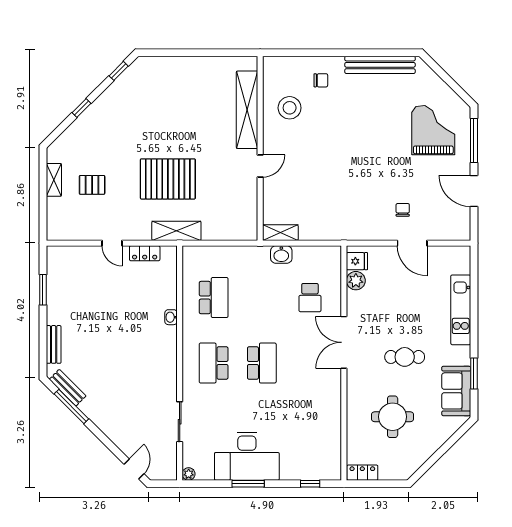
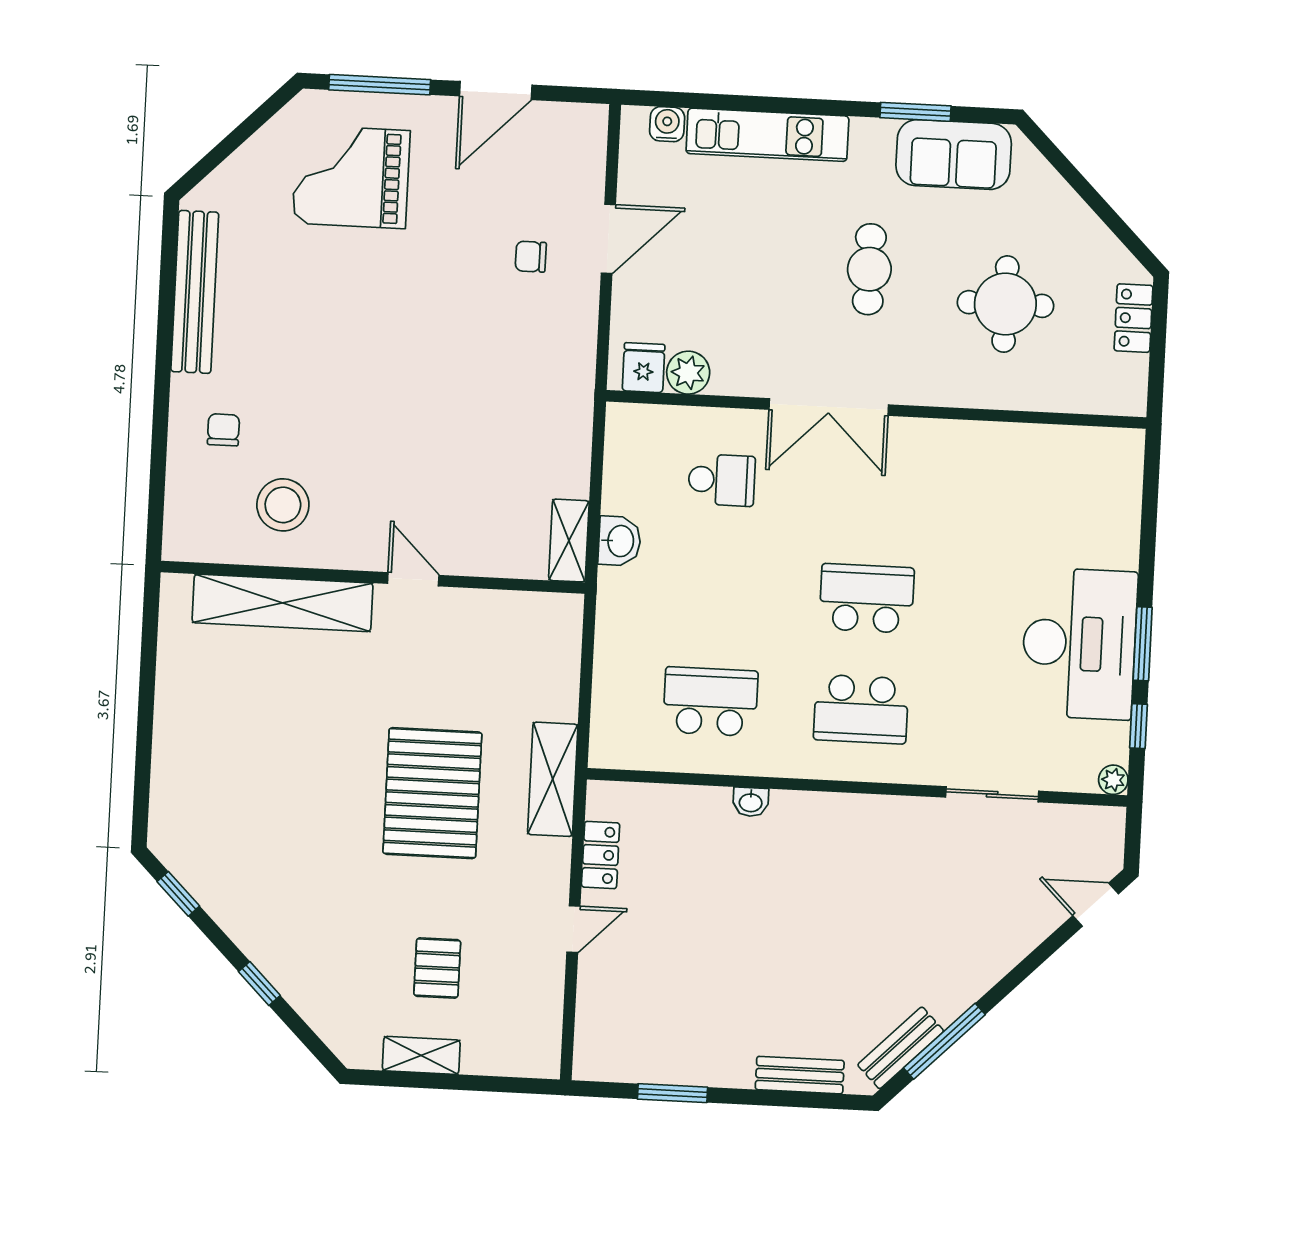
water cooler: (463, 266) -> (667, 124), added
locker: (362, 473) -> (1134, 318), moved
window: (310, 484) -> (1138, 726), moved

